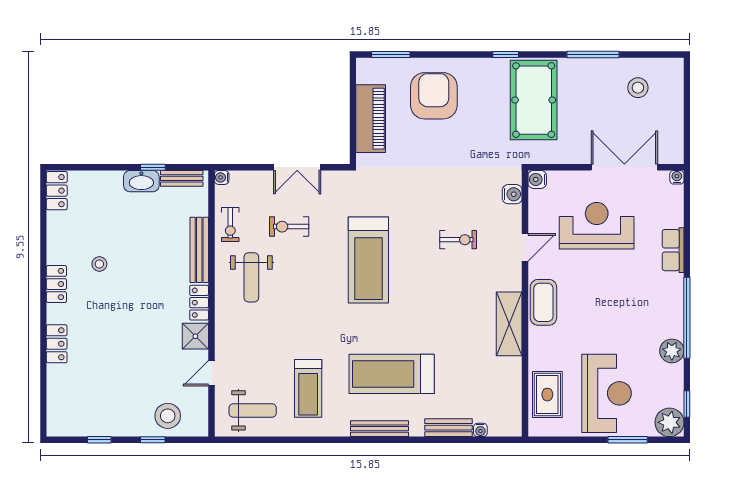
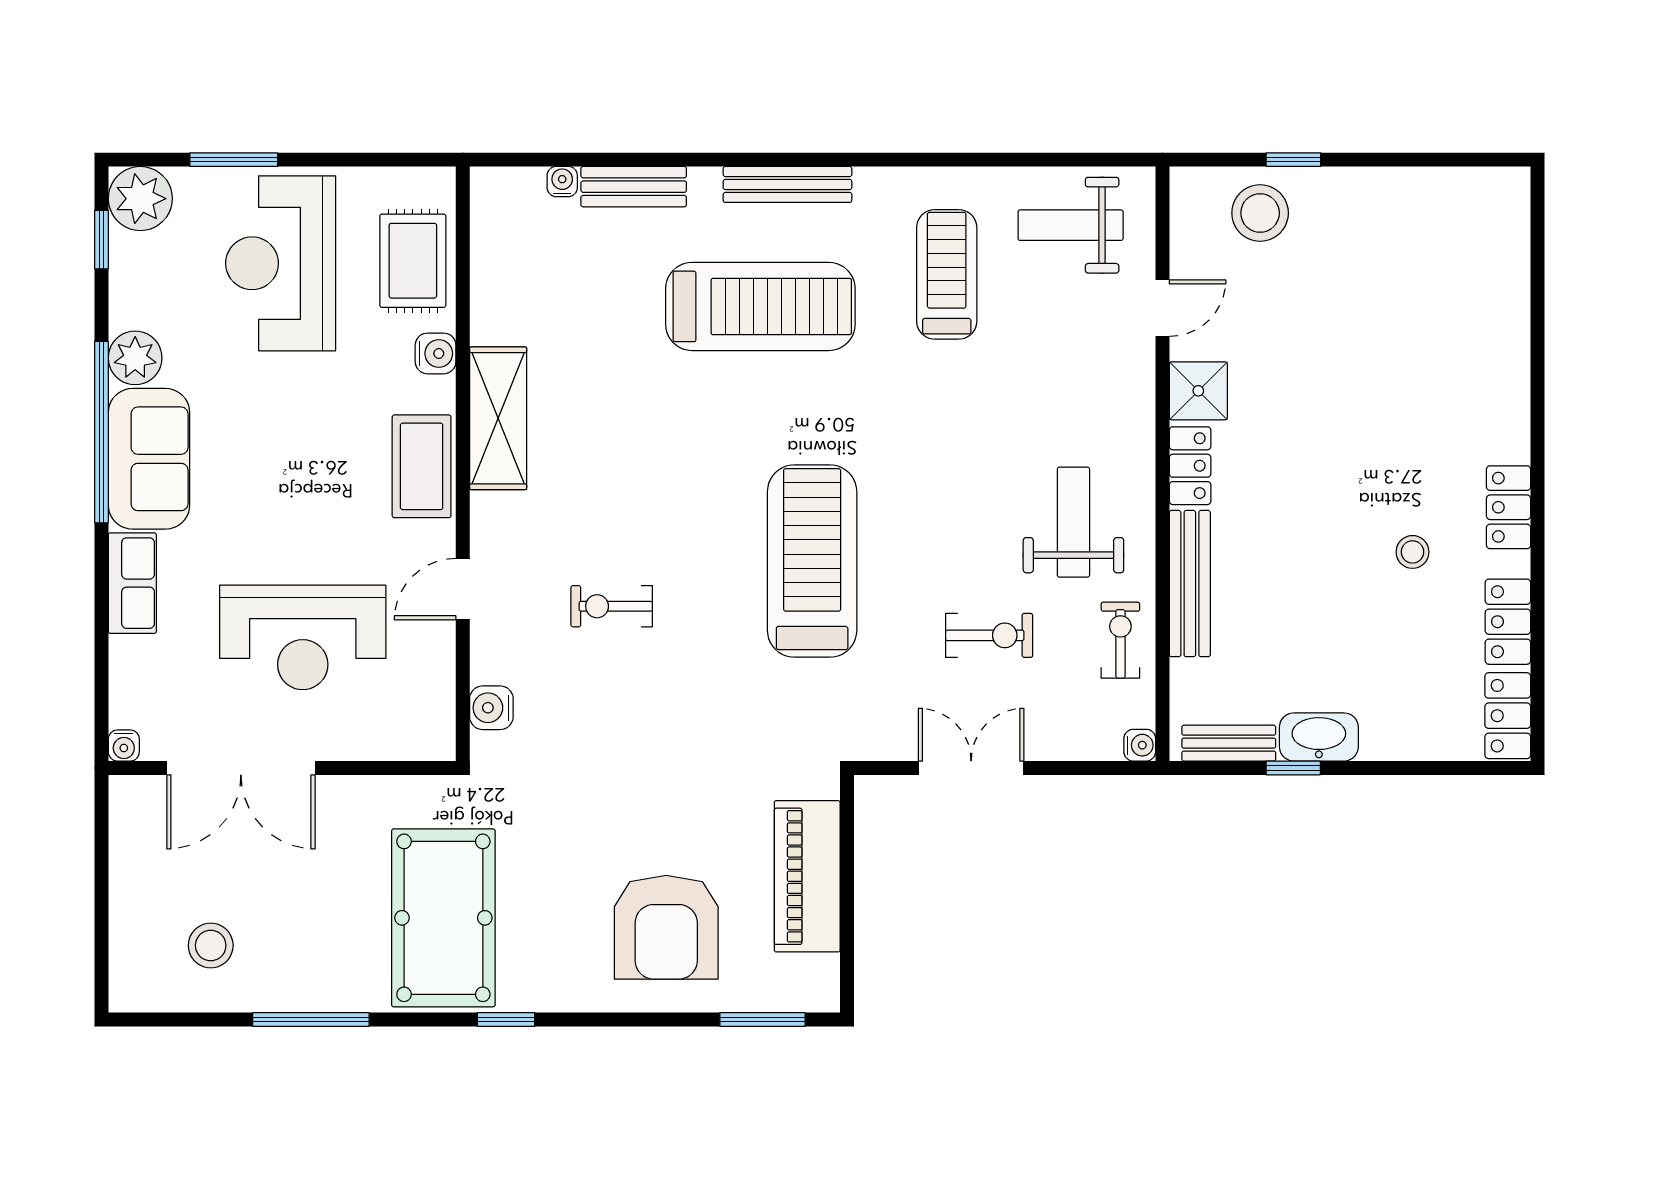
water cooler: (537, 179) -> (436, 353), moved
sofa: (666, 306) -> (149, 459), added
locker: (57, 344) -> (1508, 622), moved
window: (99, 440) -> (1413, 160), removed

